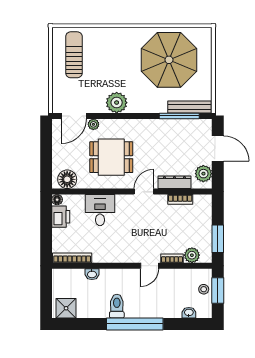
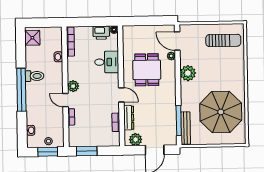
floor lamp: (67, 179) -> (130, 37), removed
plant: (192, 255) -> (73, 86), moved

